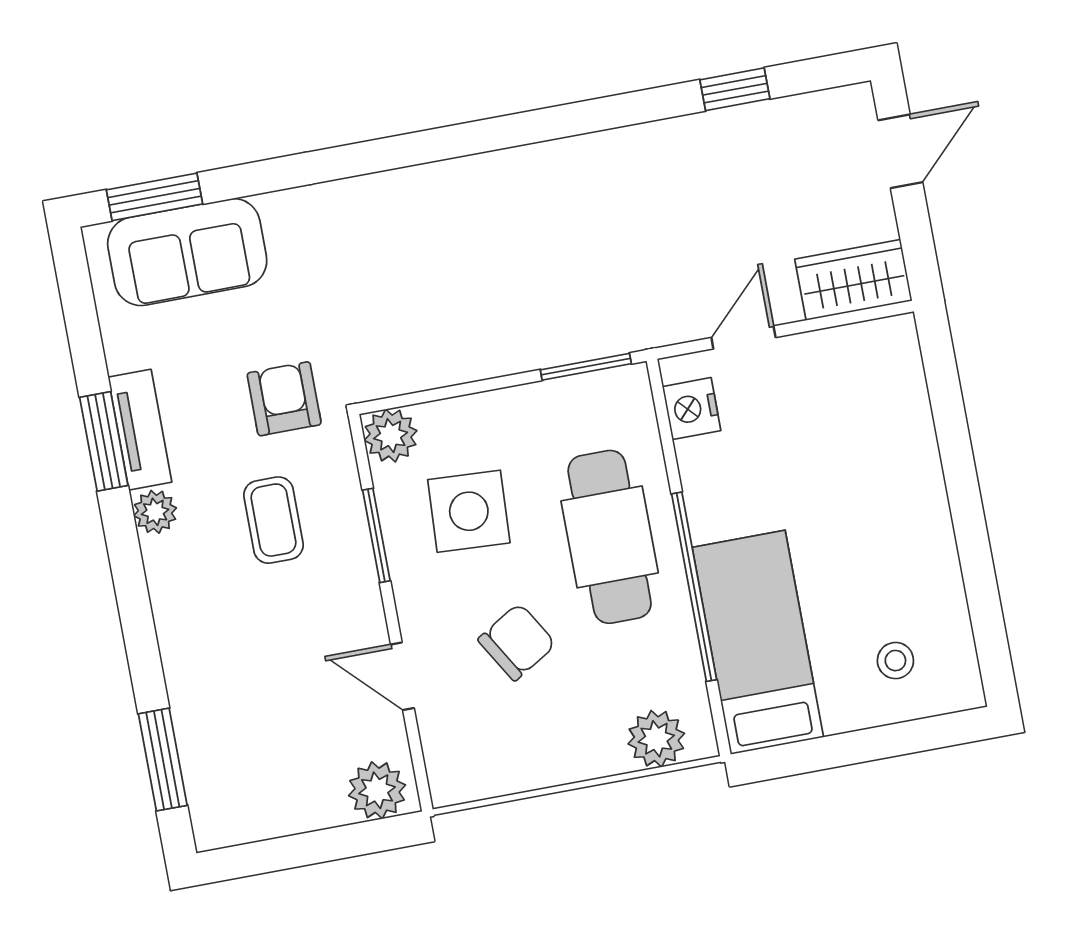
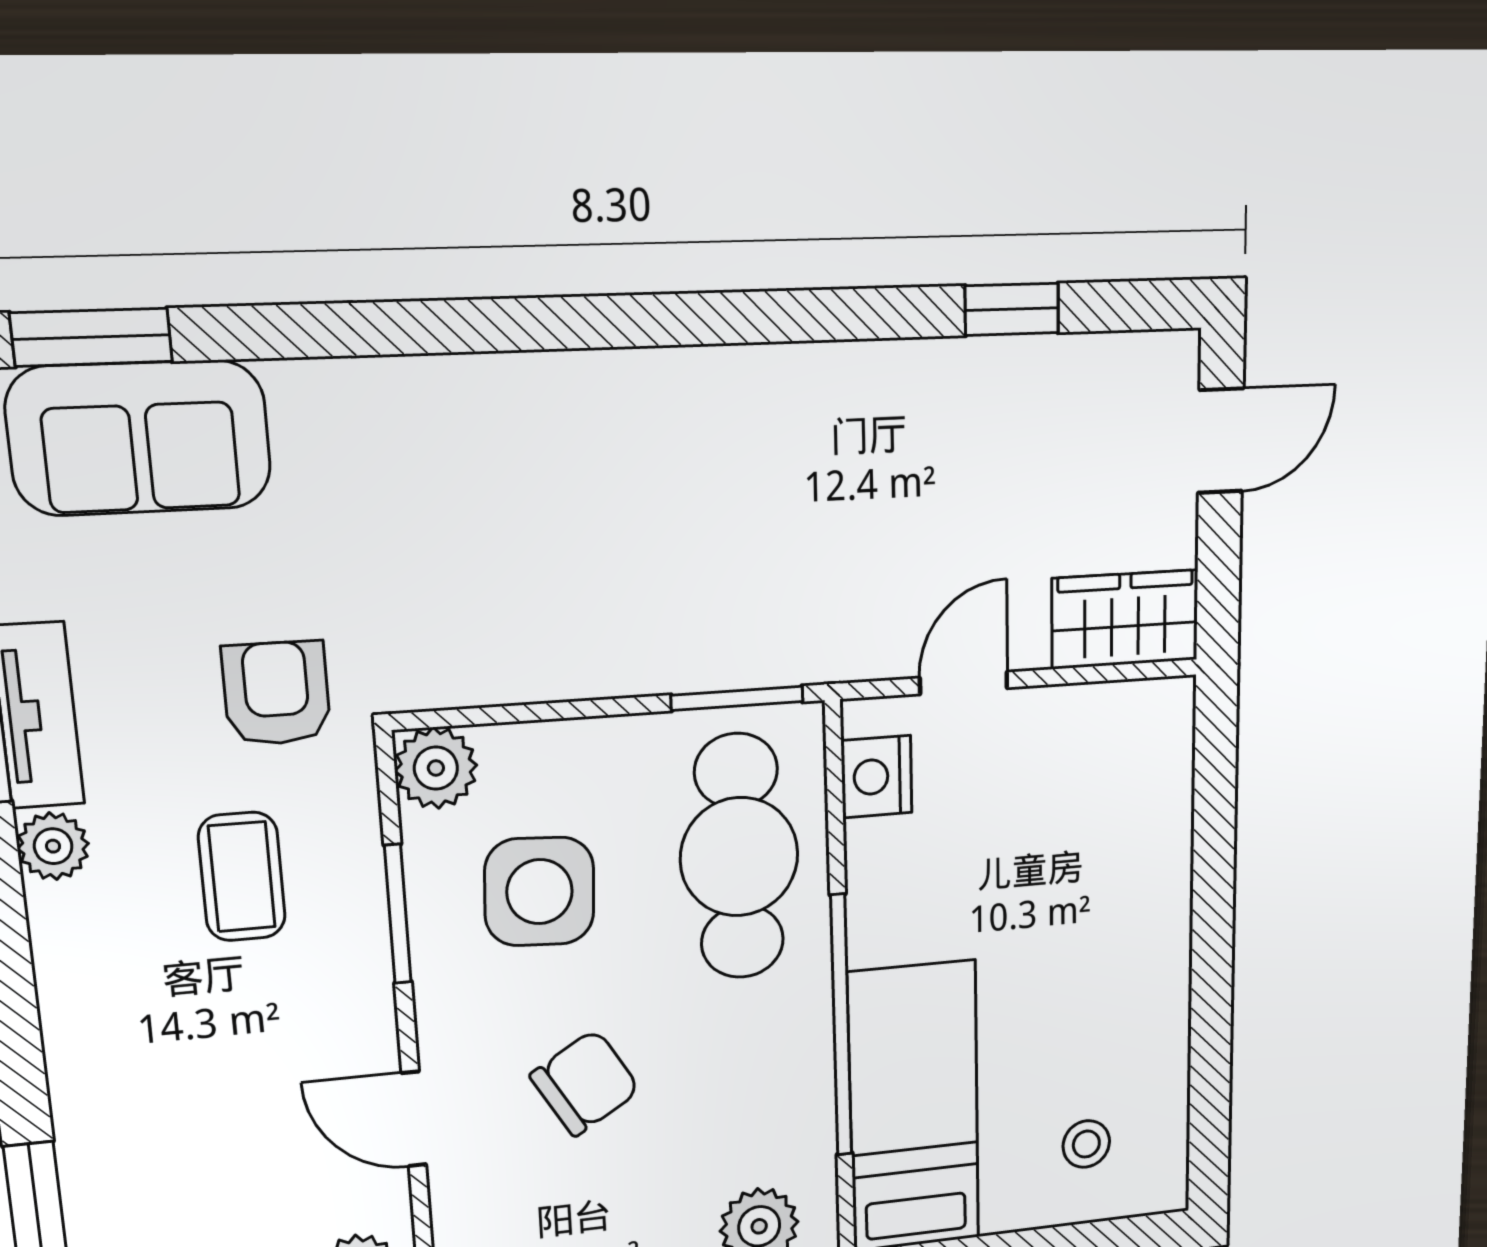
cafe table: (610, 537) -> (739, 857), moved

